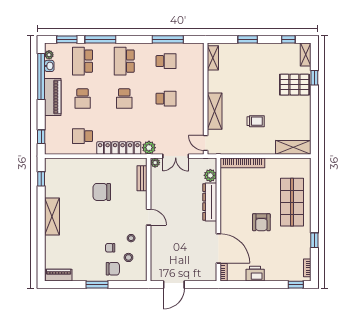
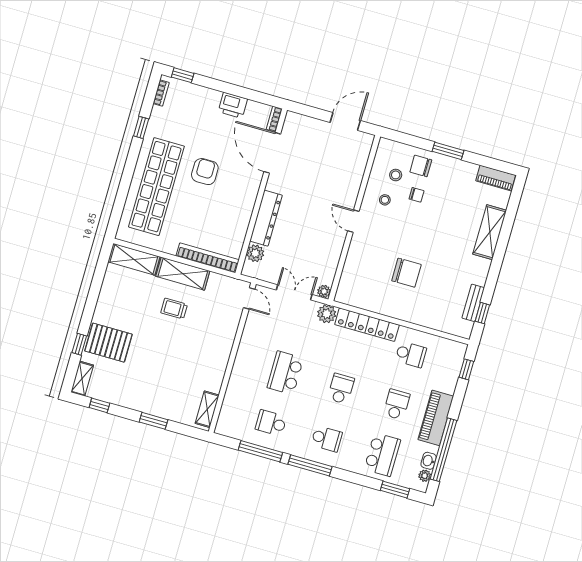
window: (100, 39) -> (310, 465), moved
school desk: (124, 61) -> (327, 439), width x0.54
school desk: (166, 99) -> (285, 373), width x1.85
shelving: (215, 111) -> (183, 274), moved, turned 90
bench: (142, 178) -> (473, 303), moved
shop shelf: (292, 202) -> (156, 187), width x1.40
shelving: (52, 216) -> (490, 232), moved

